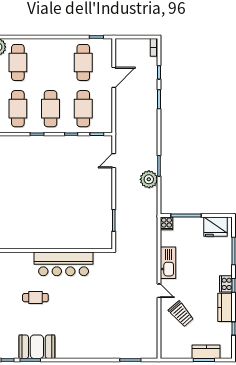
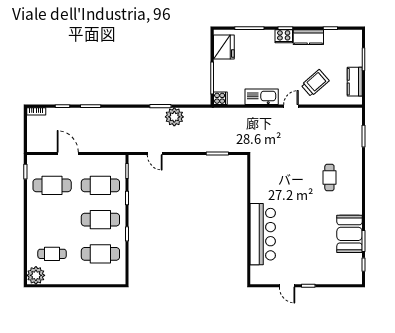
cafe table: (18, 62) -> (52, 254), width x0.73, depth x0.74
bar counter: (64, 264) -> (263, 234), moved
cafe table: (35, 298) -> (329, 177), moved
kitchen counter: (206, 352) -> (355, 82), moved

